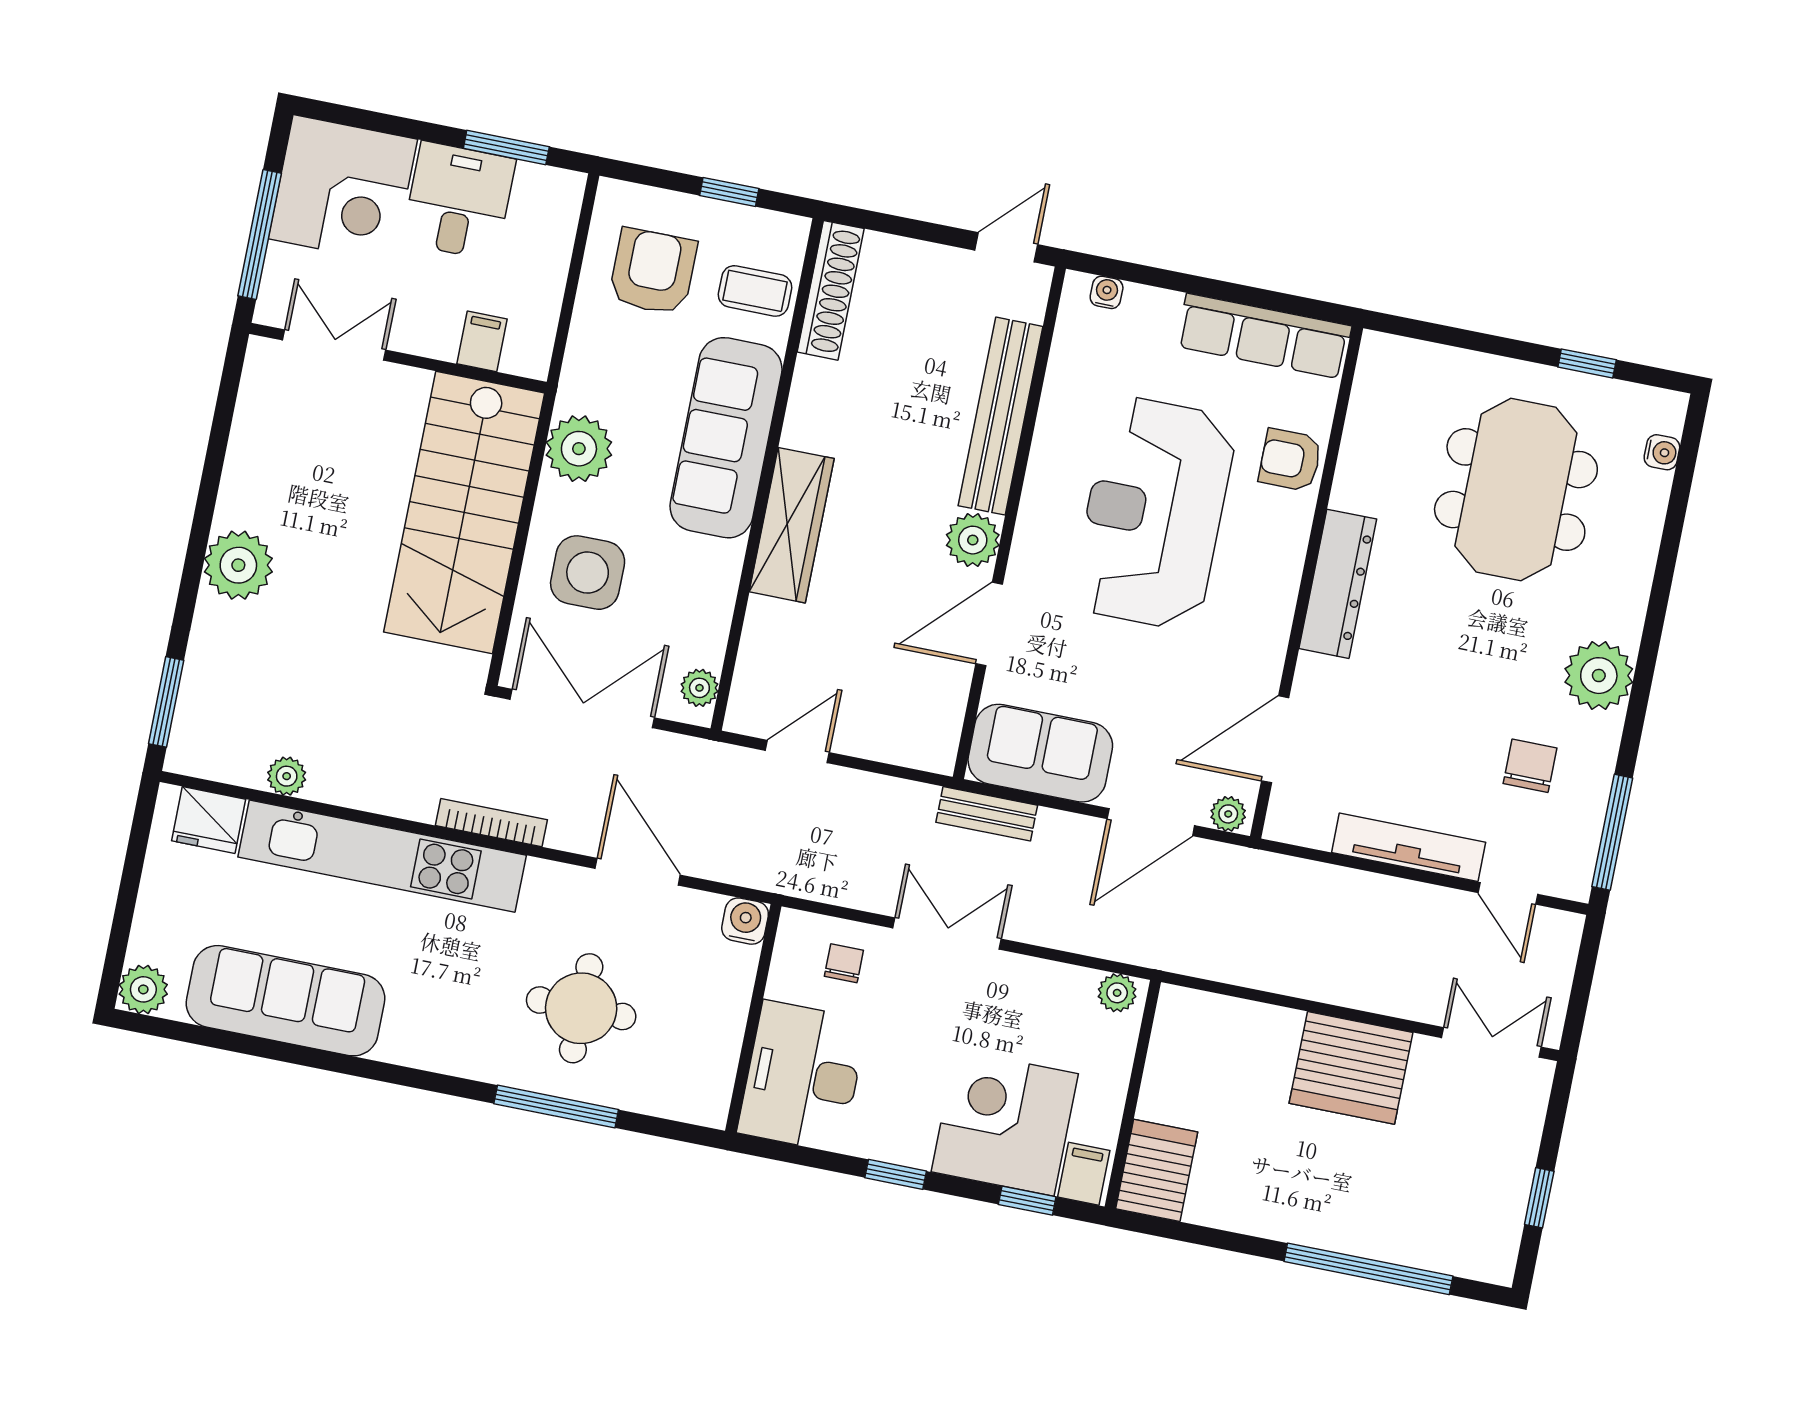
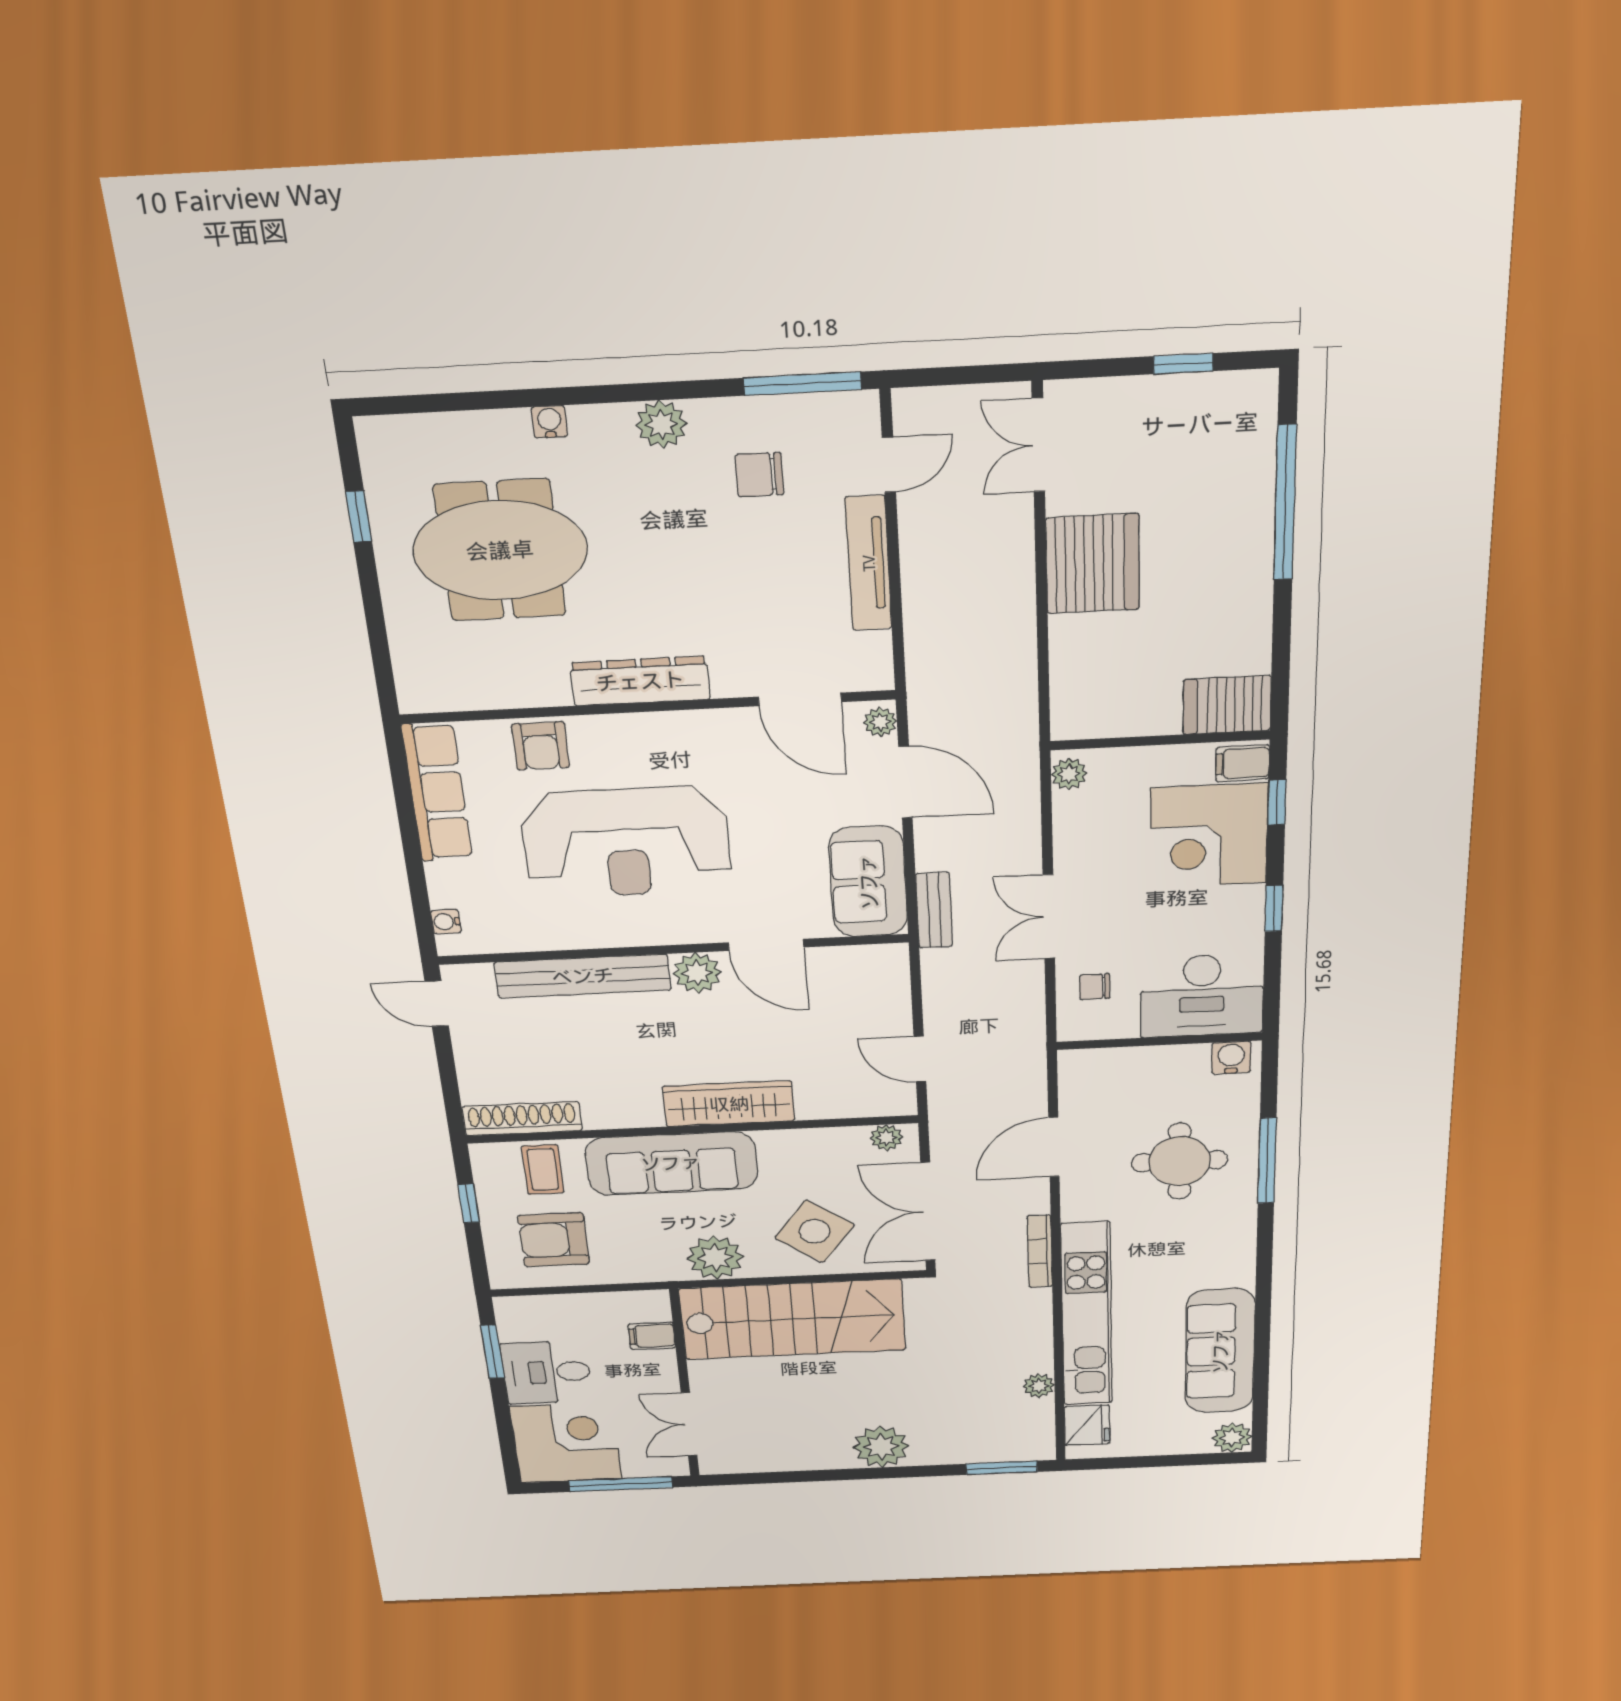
water cooler: (1662, 452) -> (549, 422), moved
side table: (588, 573) -> (815, 1231), turned 36
plant: (1599, 676) -> (661, 424), width x0.73, depth x0.73
water cooler: (745, 921) -> (1231, 1058), moved, turned 90

